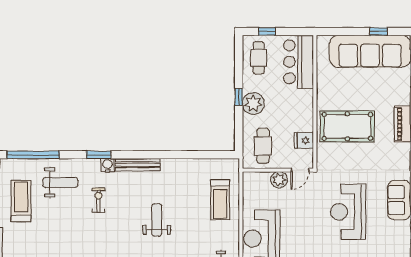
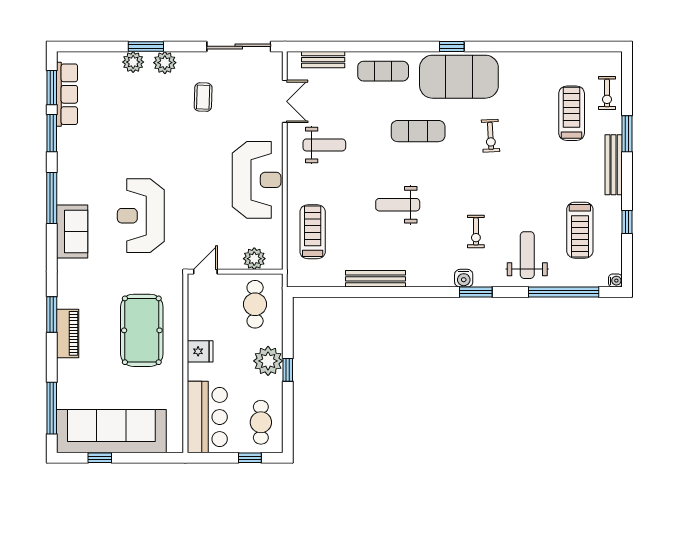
pool table: (347, 126) -> (142, 330), turned 90
fridge: (304, 140) -> (200, 351), moved
bench: (138, 165) -> (376, 279), moved
plant: (279, 180) -> (254, 259), moved
weight bench: (60, 182) -> (527, 255), turned 90
reception desk: (348, 212) -> (141, 216), turned 180
weight bench: (157, 220) -> (398, 205), turned 90

